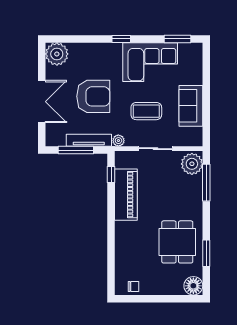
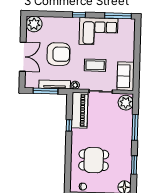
window: (178, 39) -> (118, 16), width x1.44
sofa: (191, 106) -> (126, 76), moved
window: (111, 175) -> (69, 125), moved
window: (206, 183) -> (135, 127), moved
piano: (126, 195) -> (80, 110), moved
dining table: (177, 242) -> (94, 160), moved, turned 90

